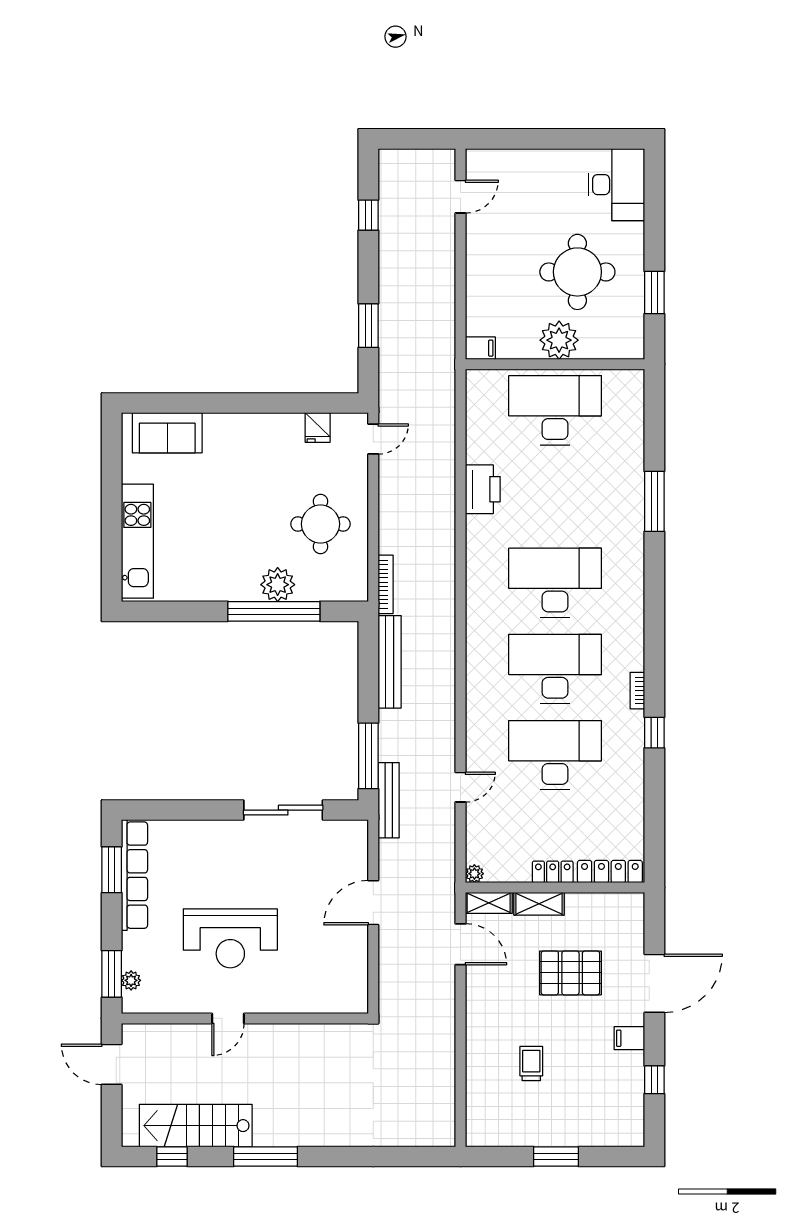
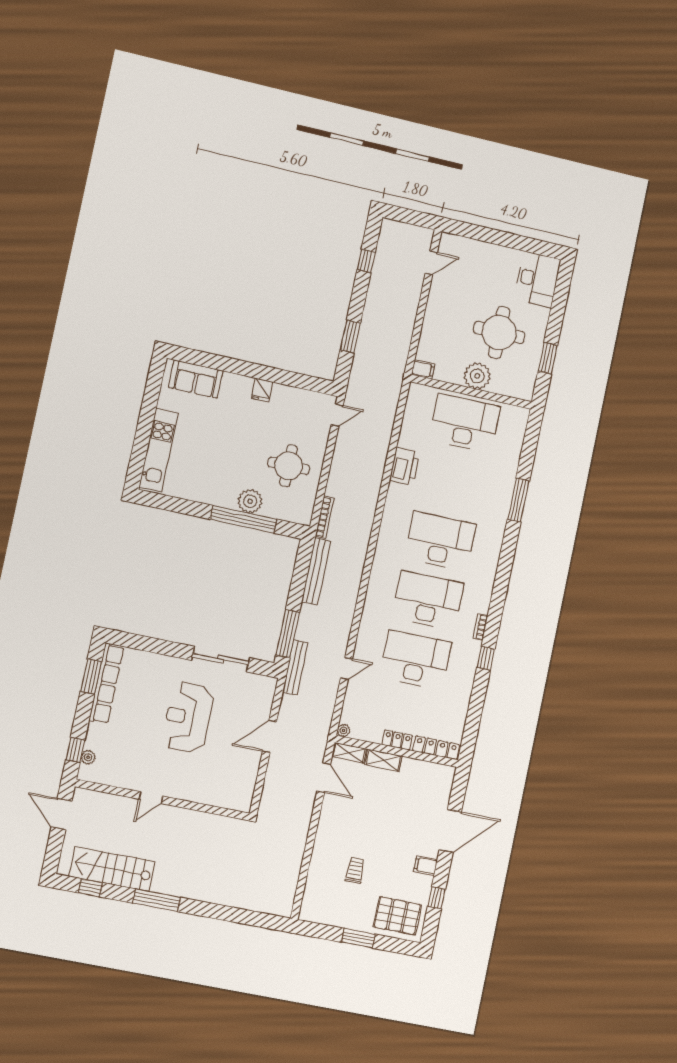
fridge: (318, 427) -> (262, 390), moved
reception desk: (230, 938) -> (188, 717), moved, turned 90
pallet: (570, 973) -> (397, 916), moved
window: (112, 974) -> (75, 750), width x0.67

